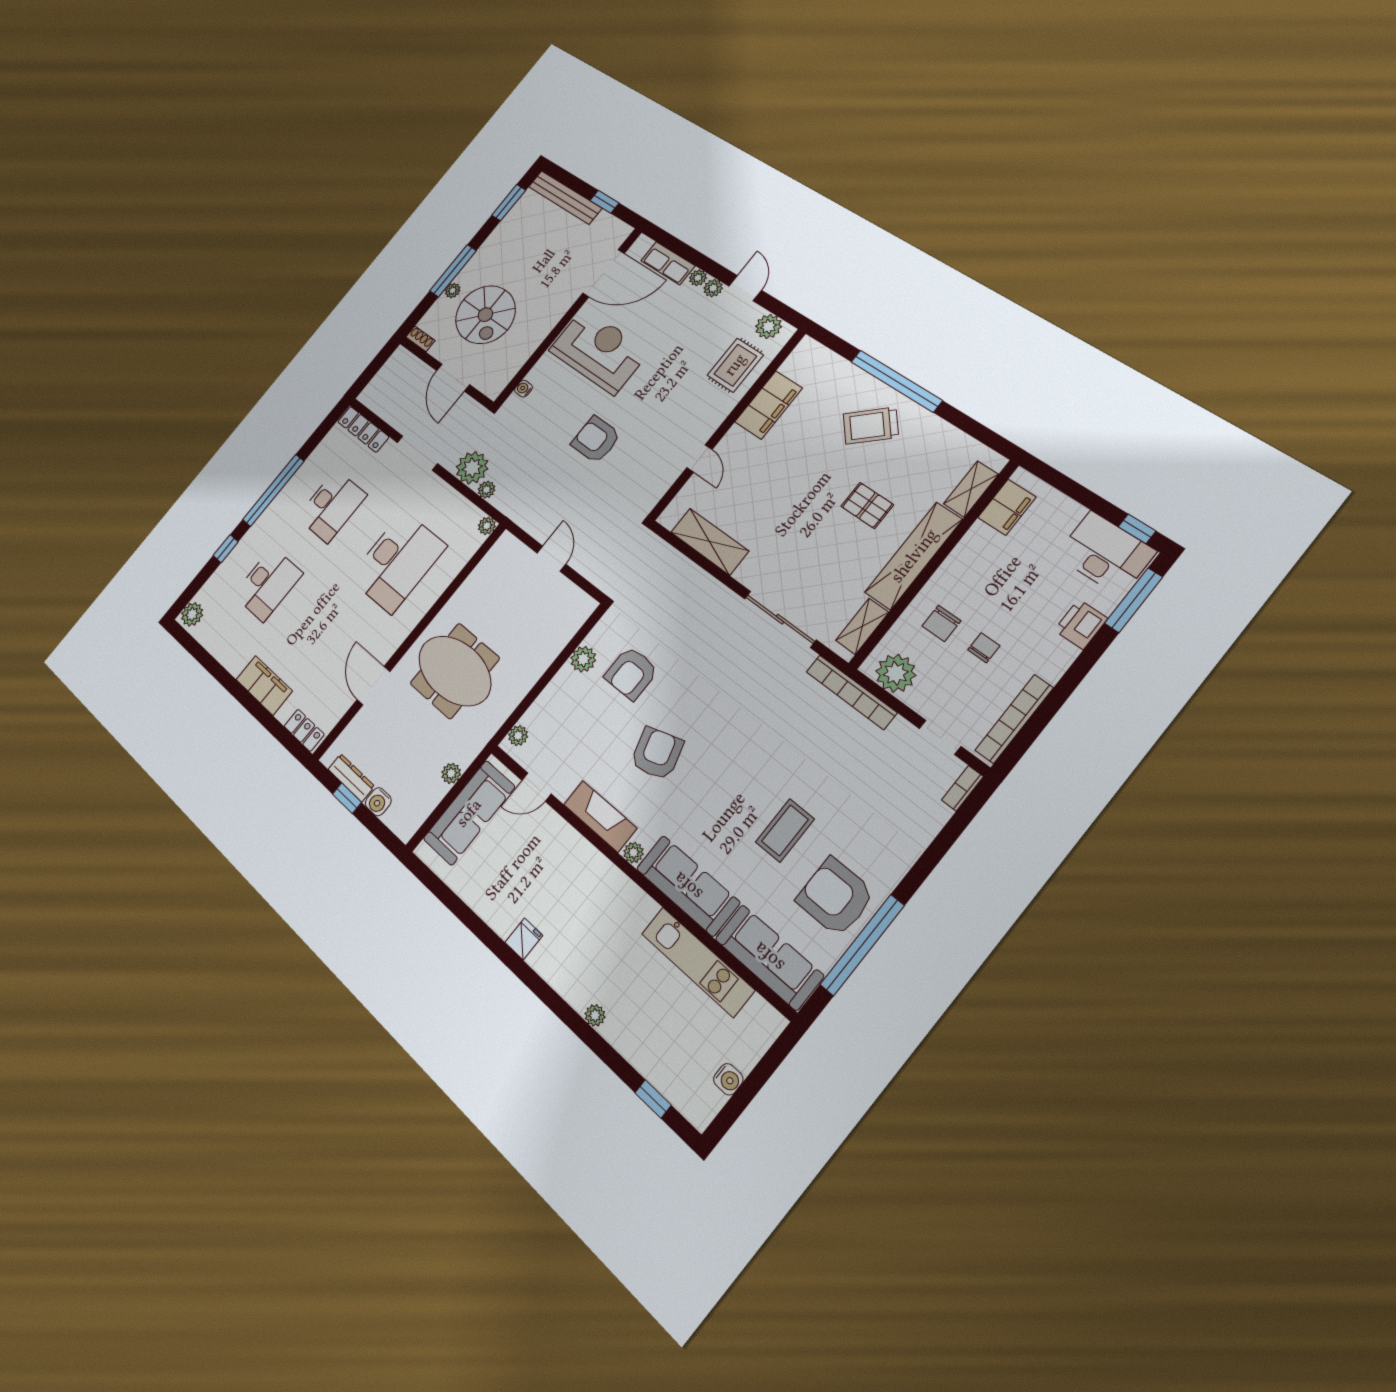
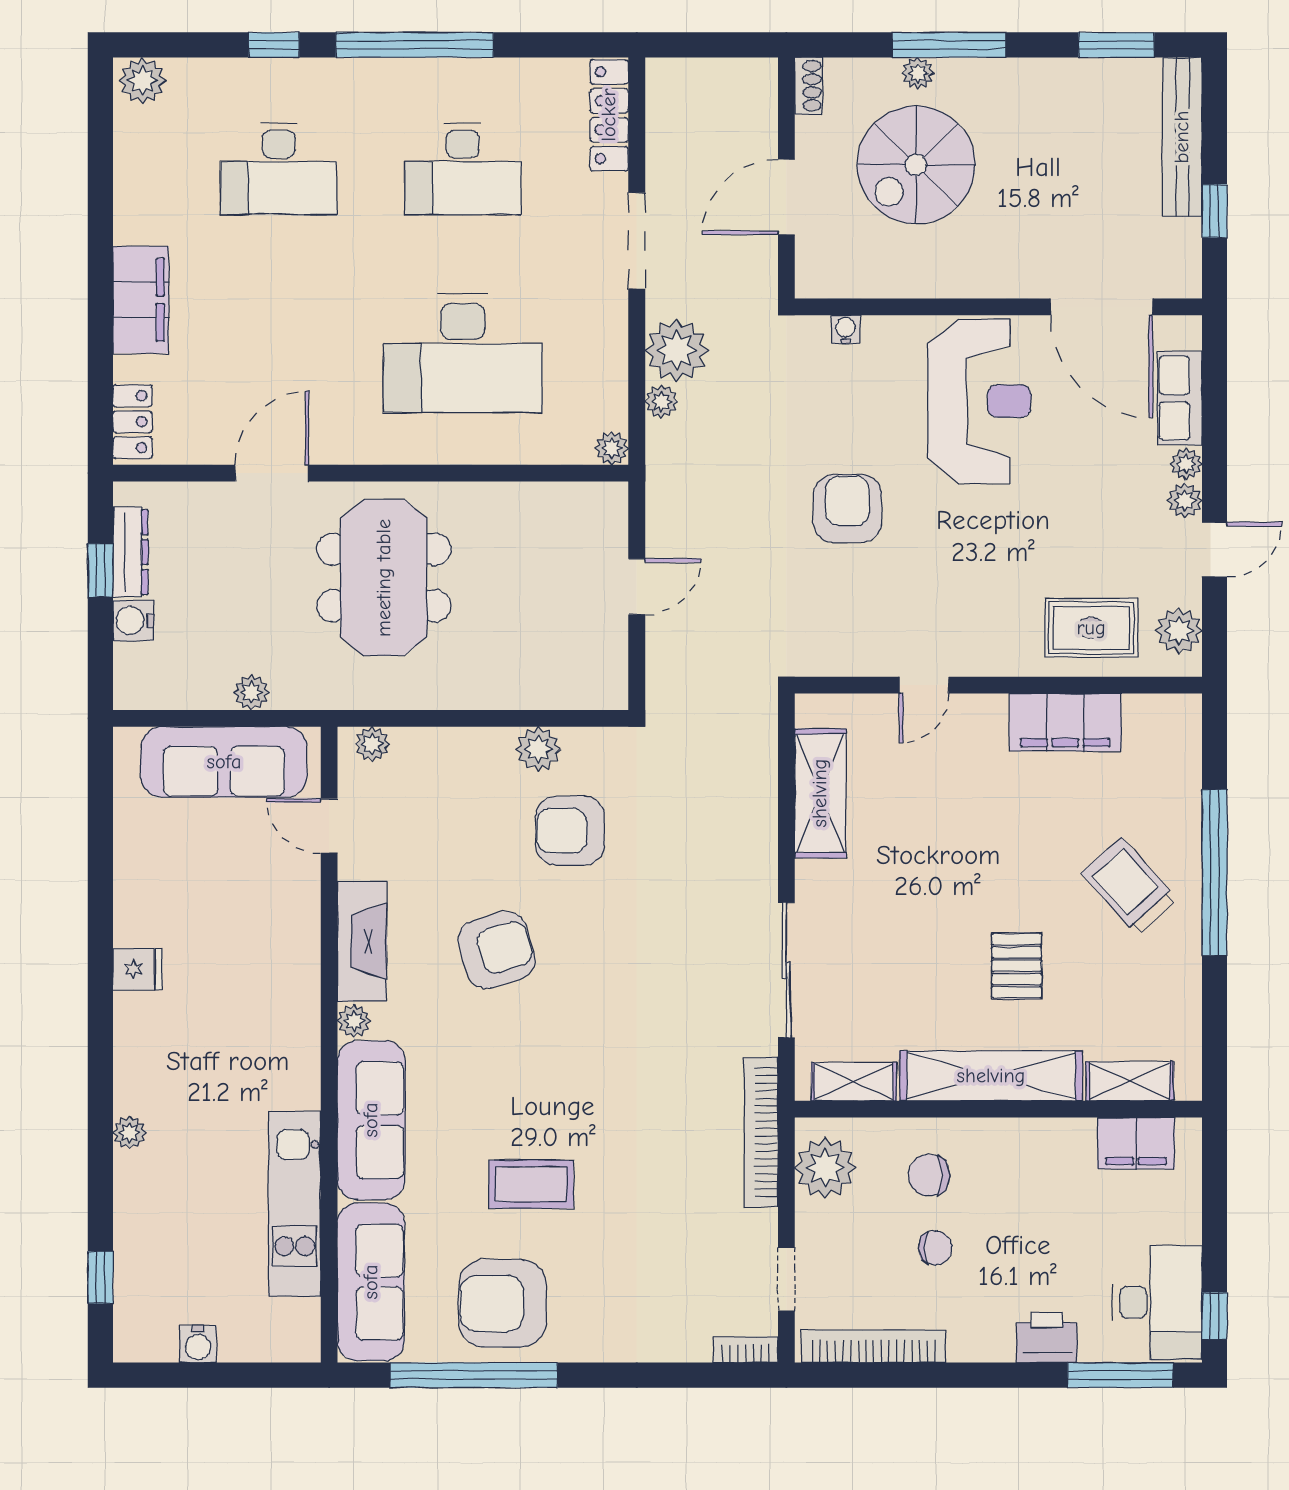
armchair: (835, 897) -> (503, 1303), turned -90

